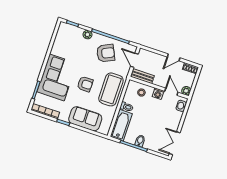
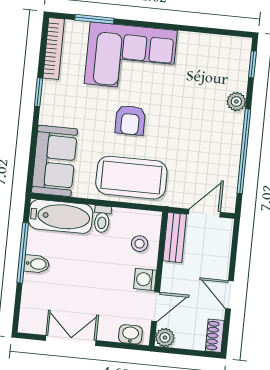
armchair: (106, 53) -> (206, 149), removed
sofa: (85, 119) -> (54, 161), moved
double door: (175, 143) -> (71, 340), moved

